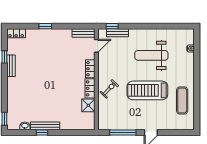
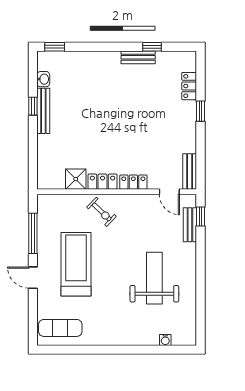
locker: (16, 33) -> (189, 86), moved
treadmill: (147, 90) -> (76, 264), moved
exercise mat: (182, 101) -> (60, 328), moved

